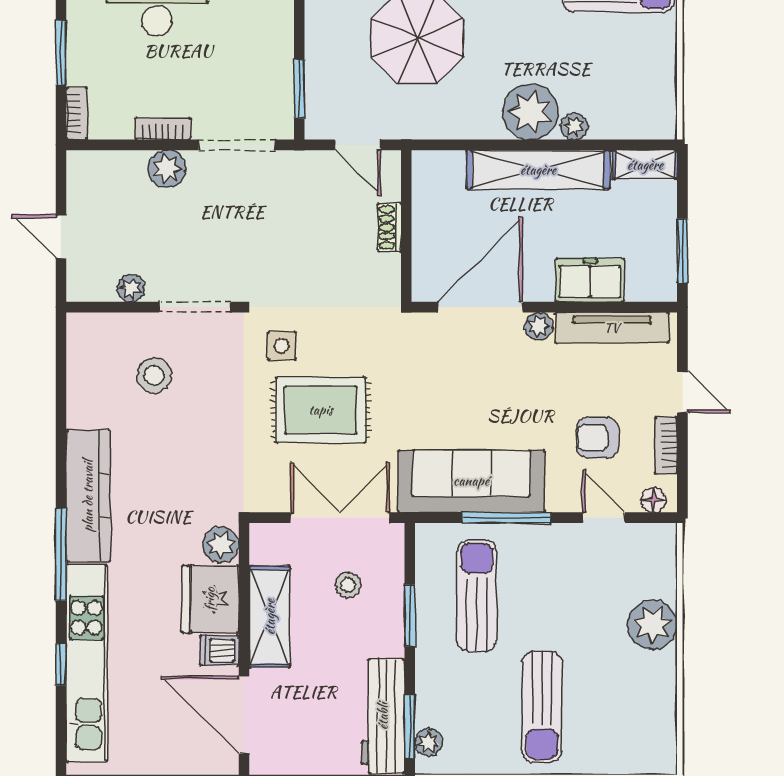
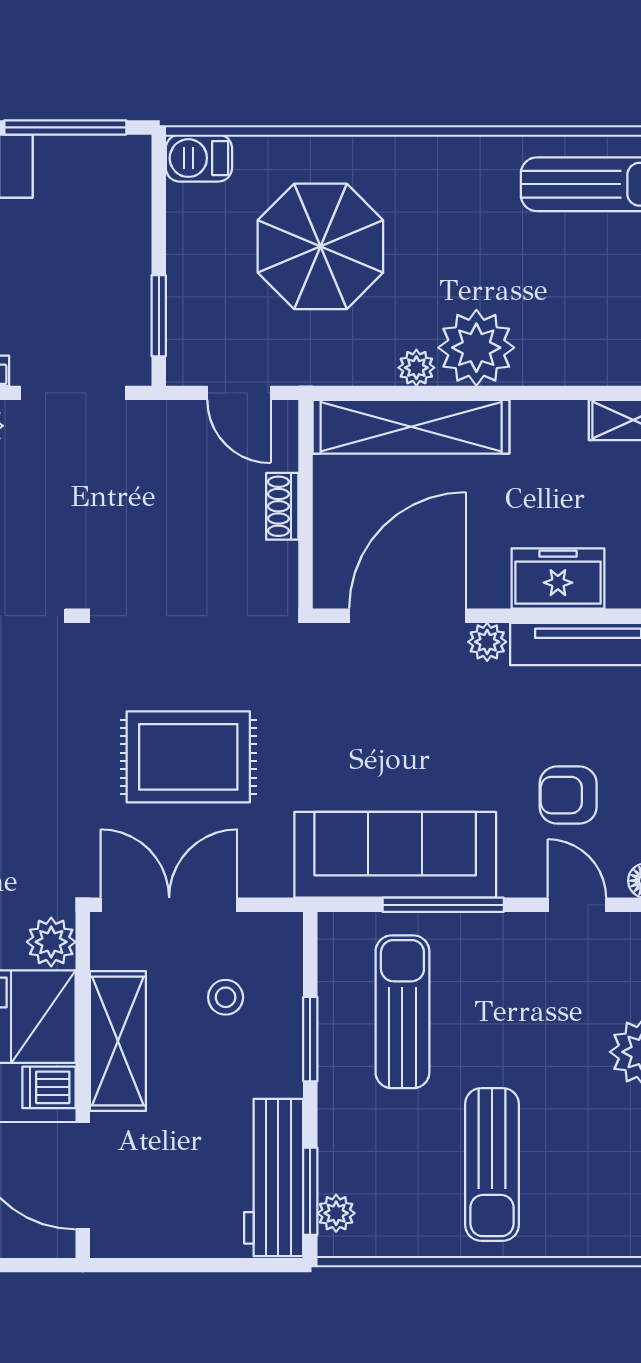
plant: (574, 126) -> (416, 368), moved
shelving: (538, 170) -> (411, 427), moved
side table: (282, 346) -> (134, 669), removed
double door: (340, 518) -> (169, 905), moved

